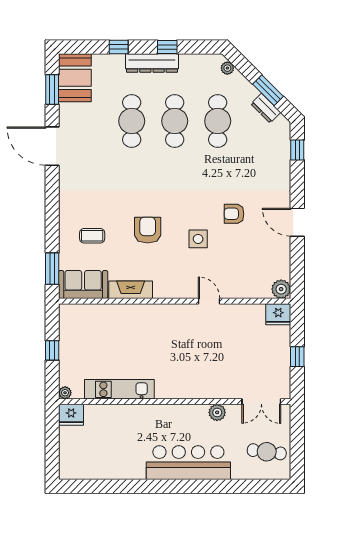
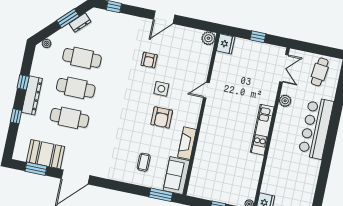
booth: (75, 78) -> (46, 154), moved
armchair: (148, 230) -> (162, 117), moved, turned -90
kitchen unit: (119, 389) -> (262, 130), moved

